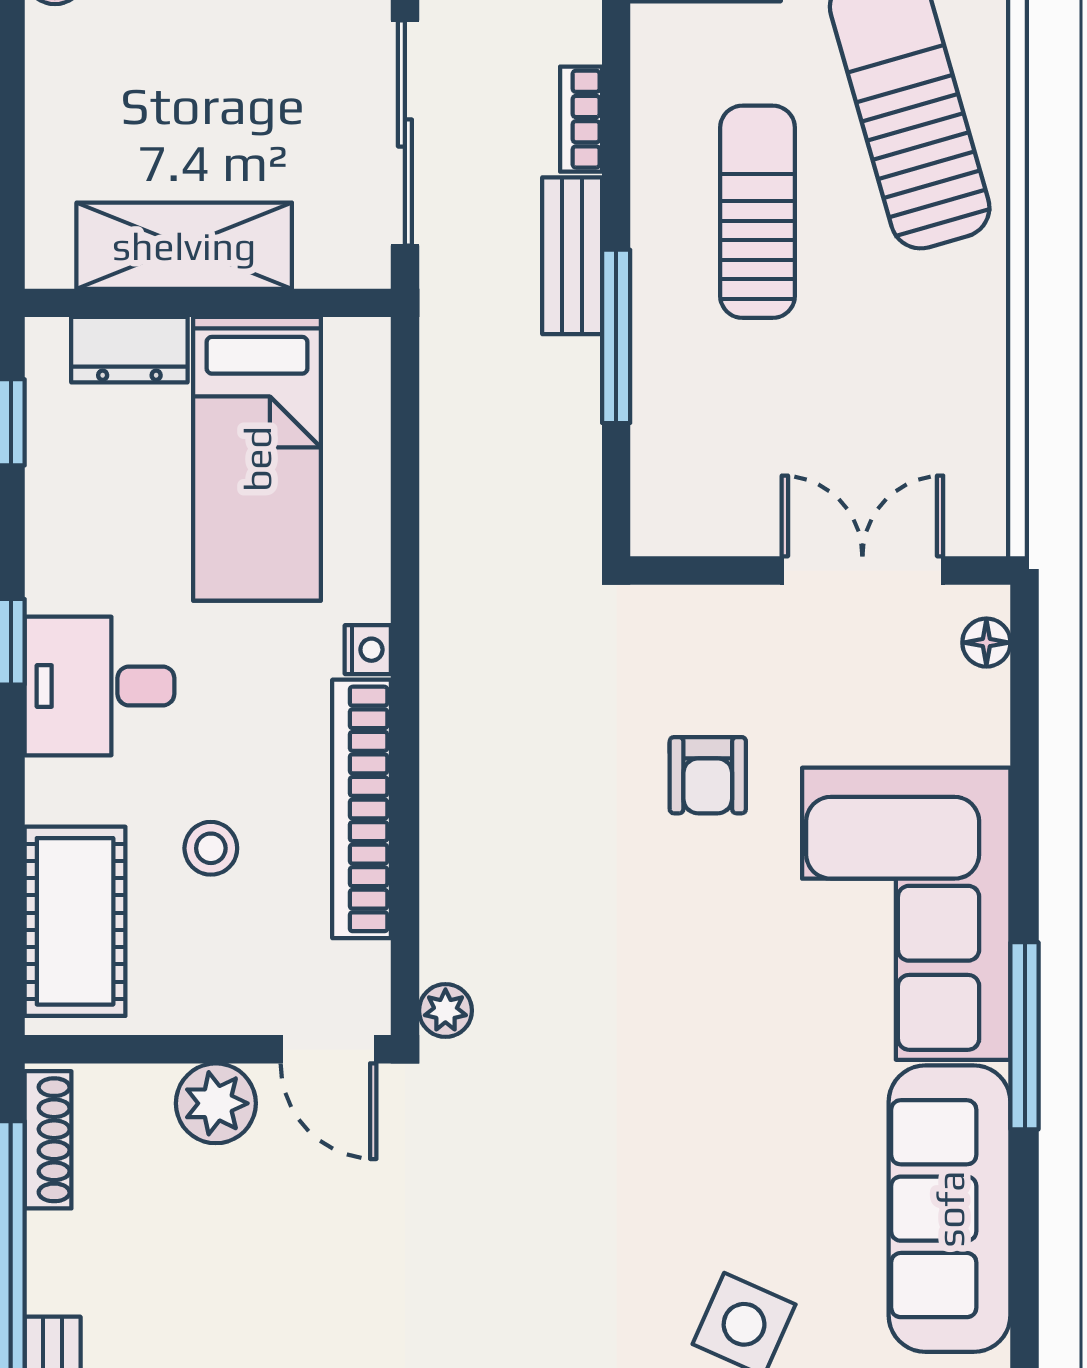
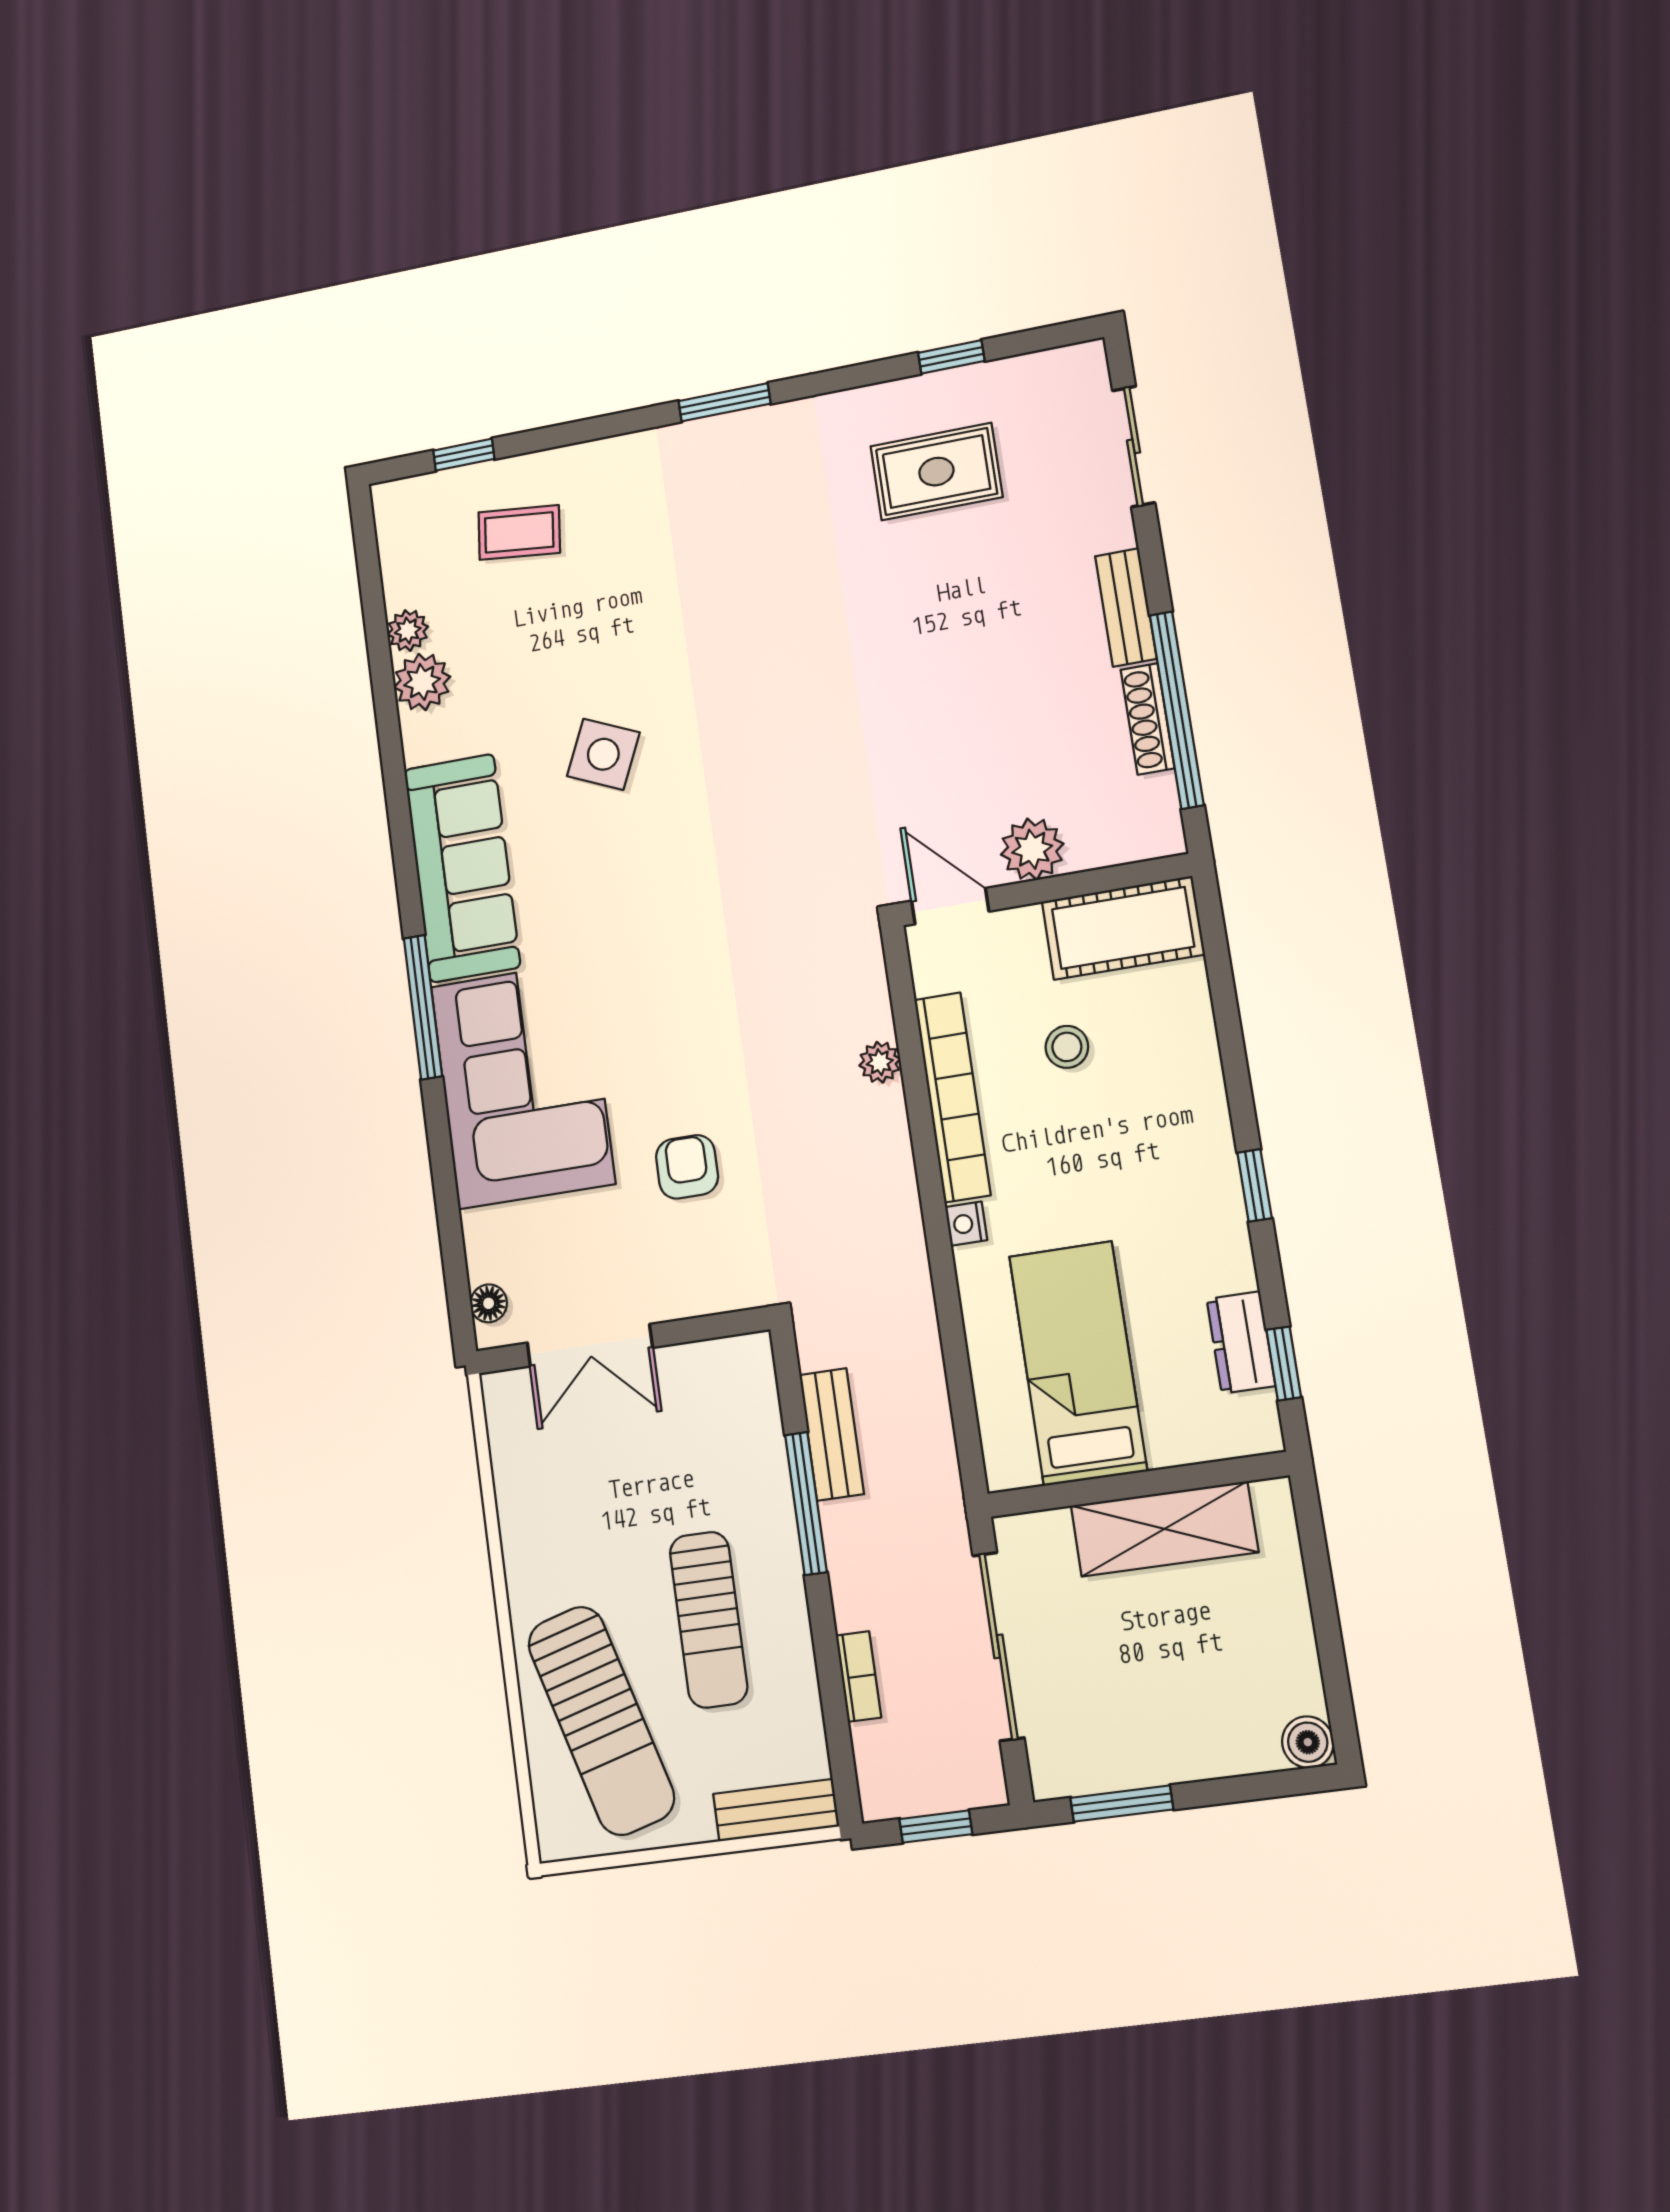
bench: (572, 256) -> (832, 1434), moved
dresser: (129, 350) -> (1241, 1342), moved, turned -90
desk: (99, 686) -> (1177, 1161), removed
cot: (75, 921) -> (1123, 928), moved, turned 90
plant: (445, 1011) -> (880, 1062), moved
shoe rack: (48, 1140) -> (1148, 719), moved

